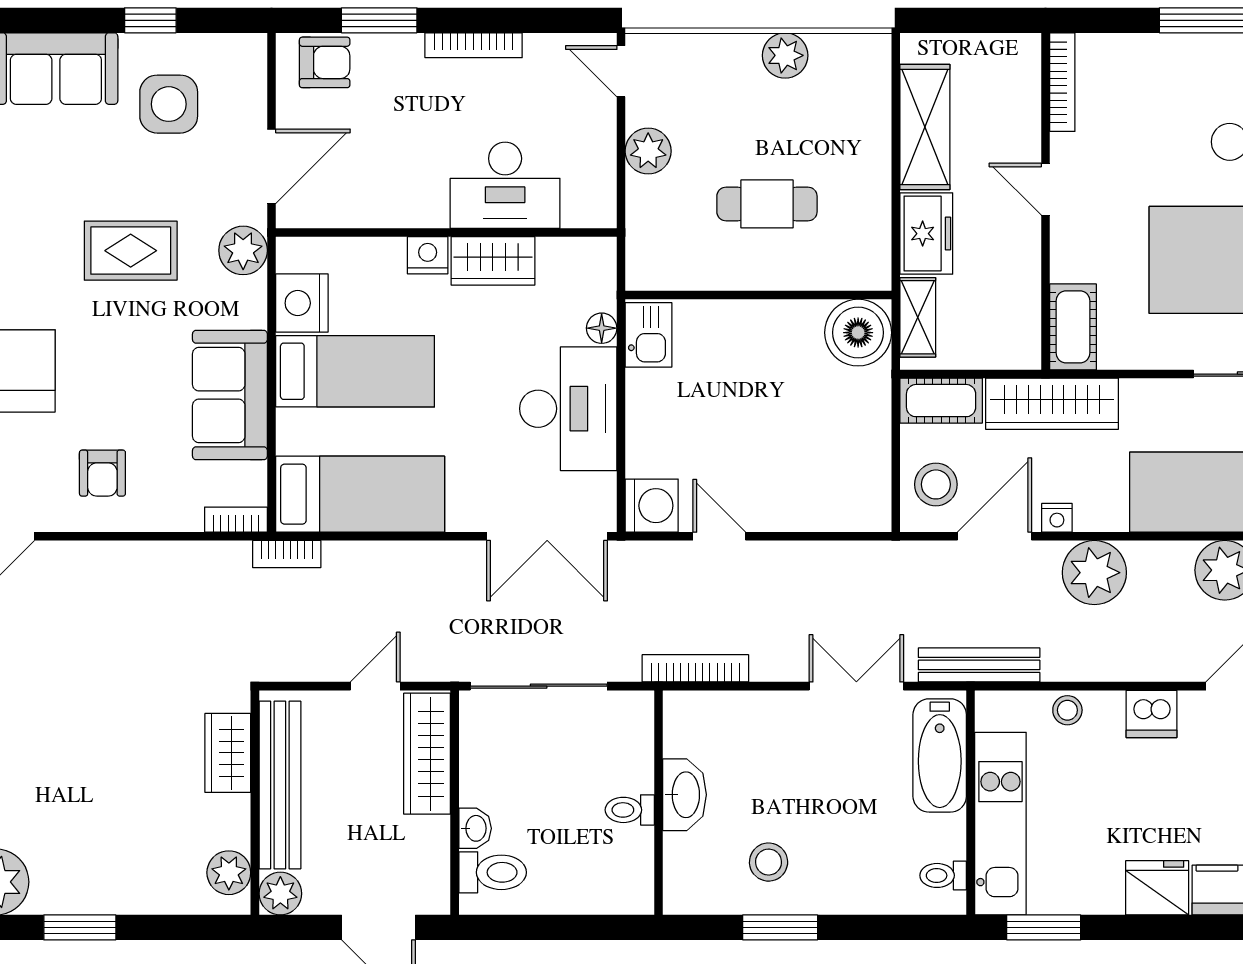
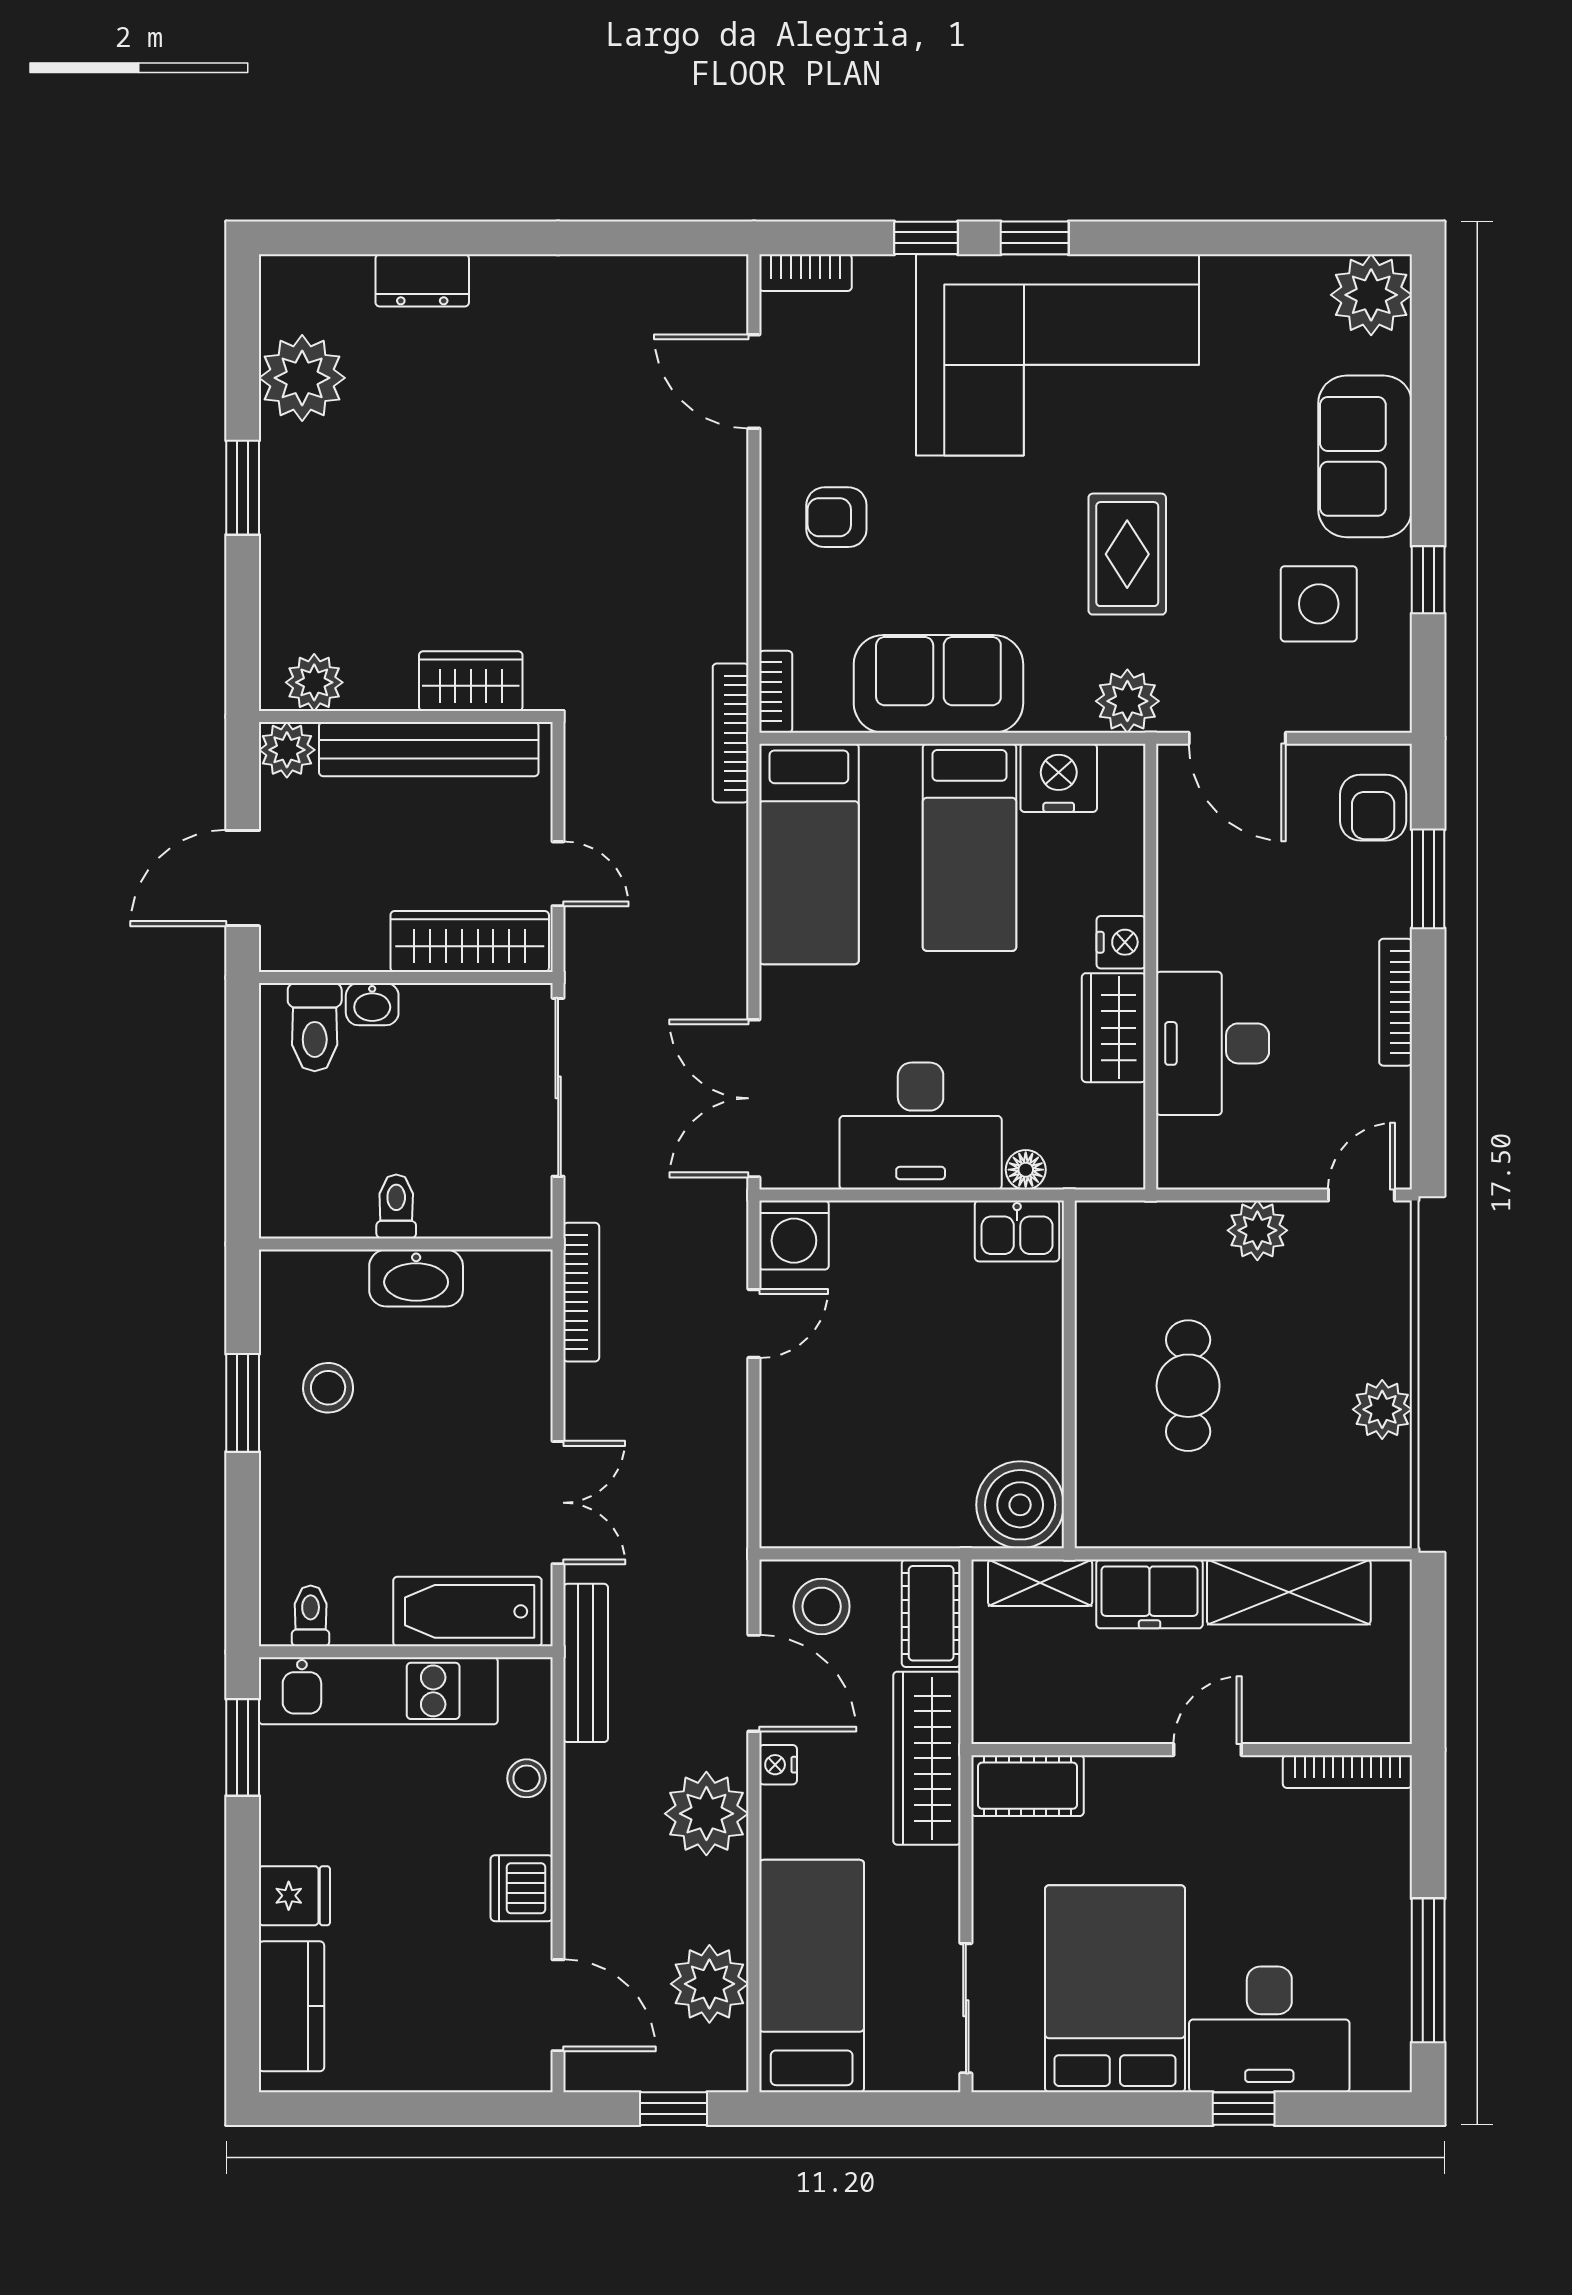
bookcase: (287, 554) -> (731, 733), width x1.56
fridge: (1157, 888) -> (294, 1896), width x0.72

